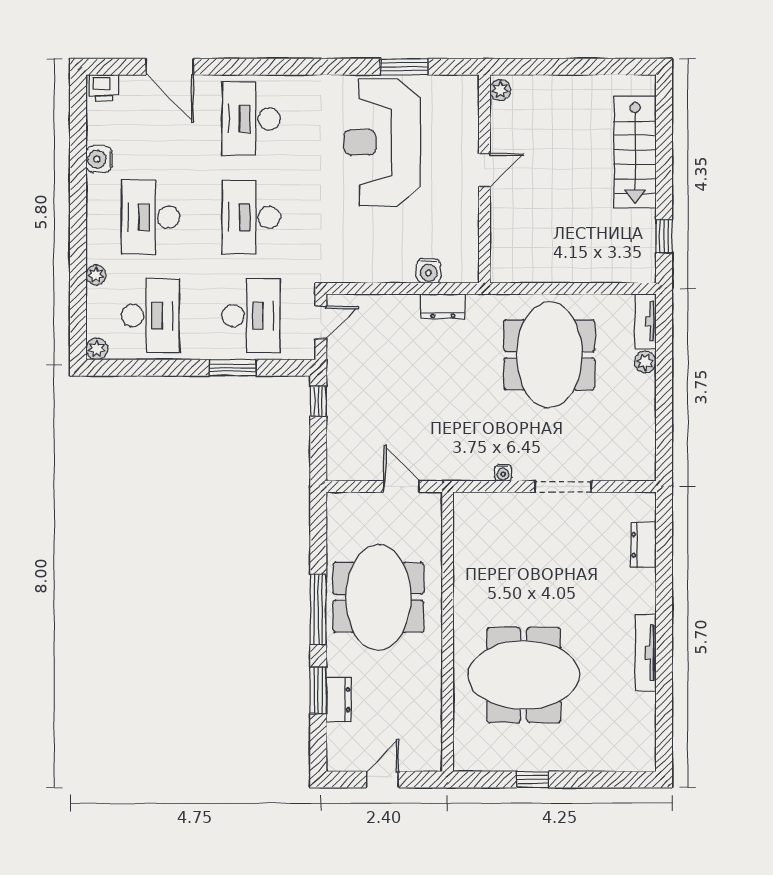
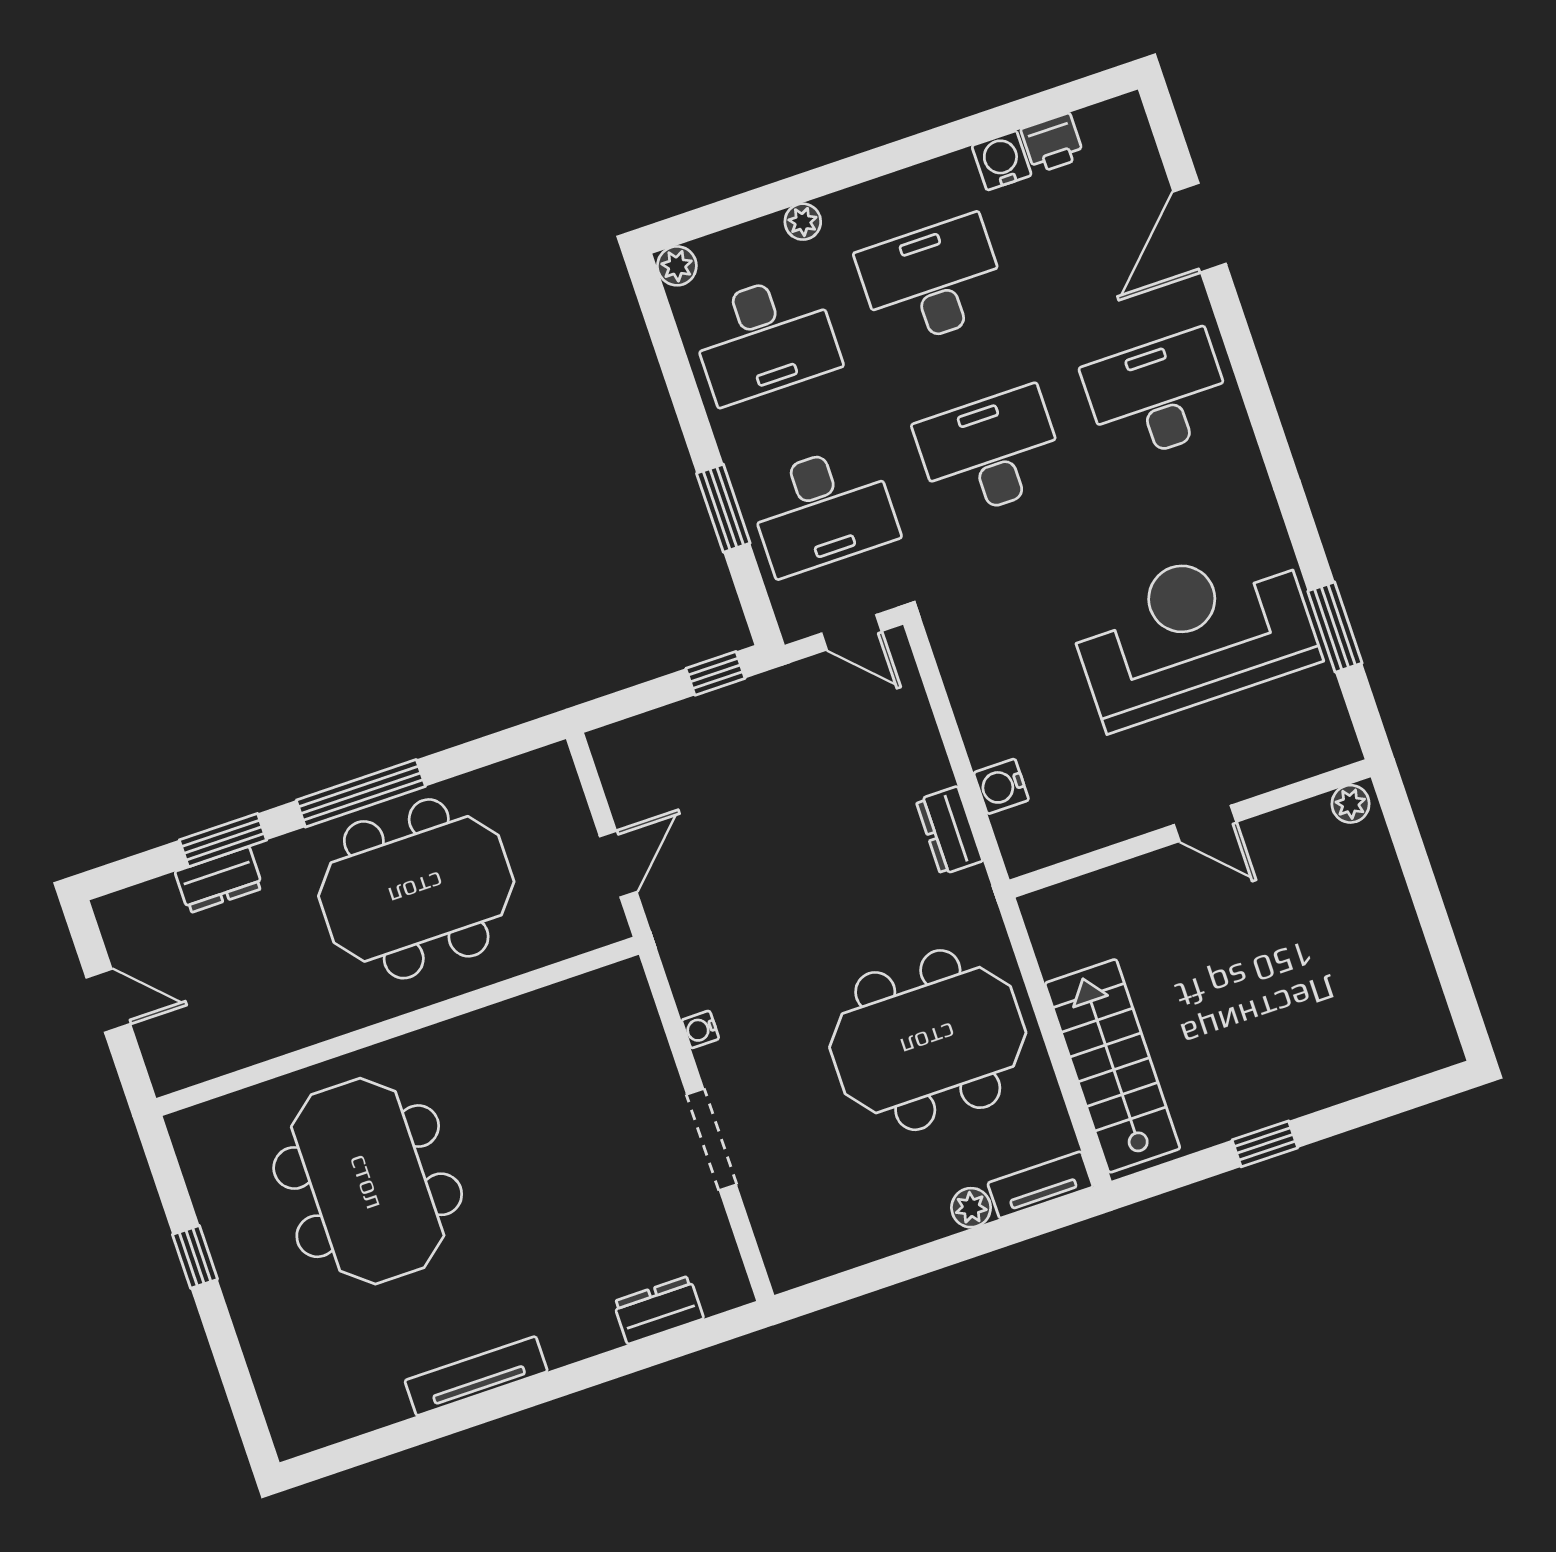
printer: (104, 88) -> (1052, 143), moved, turned -90
stairs: (635, 152) -> (1112, 1066), moved, turned 90
window: (664, 236) -> (1265, 1144), moved

